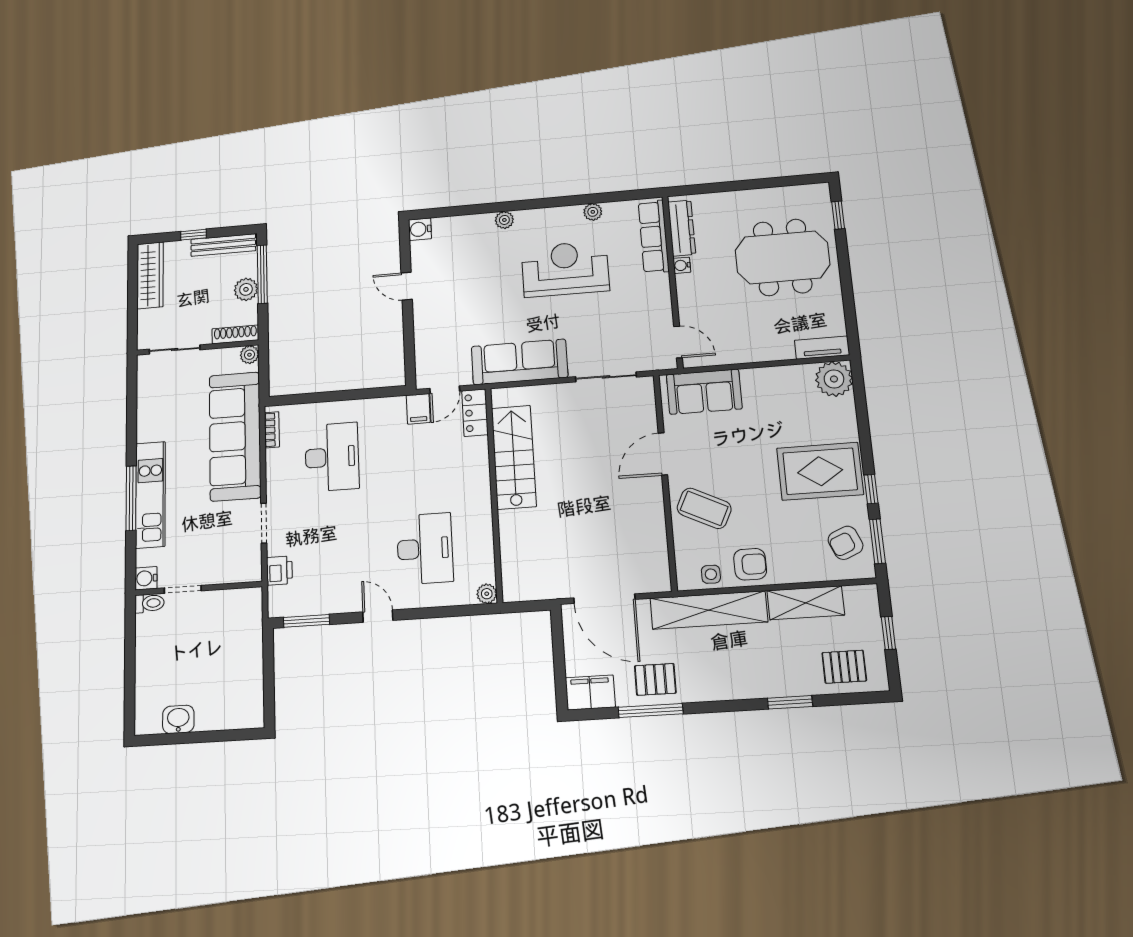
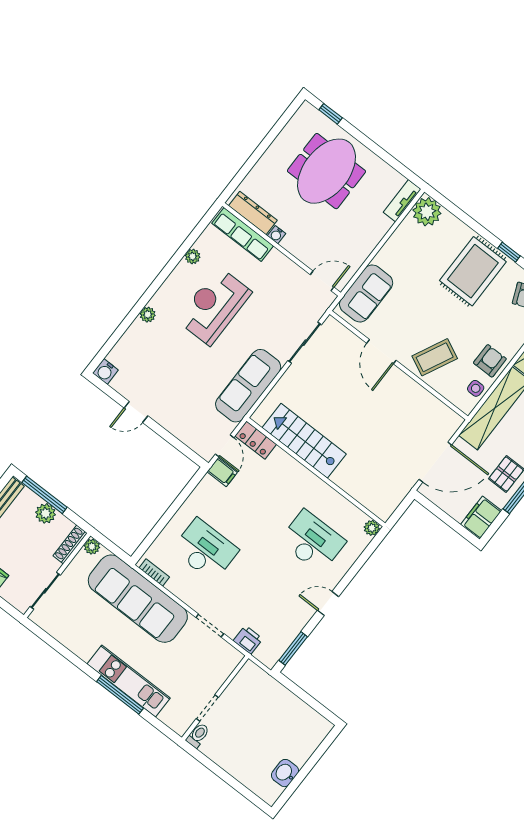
water cooler: (146, 578) -> (180, 725), removed

